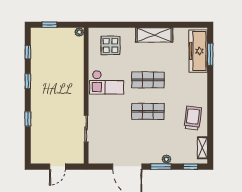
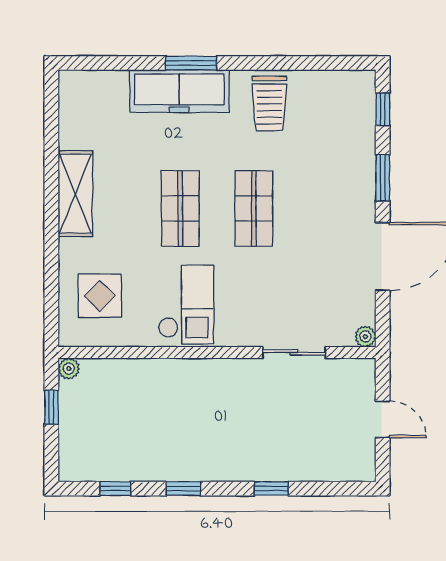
window: (49, 25) -> (51, 407), moved
freezer: (198, 51) -> (179, 91), moved
window: (210, 54) -> (191, 63), moved
trolley: (193, 118) -> (269, 104), turned -97
shelving: (202, 148) -> (339, 81), removed
plant: (166, 159) -> (365, 337), moved

